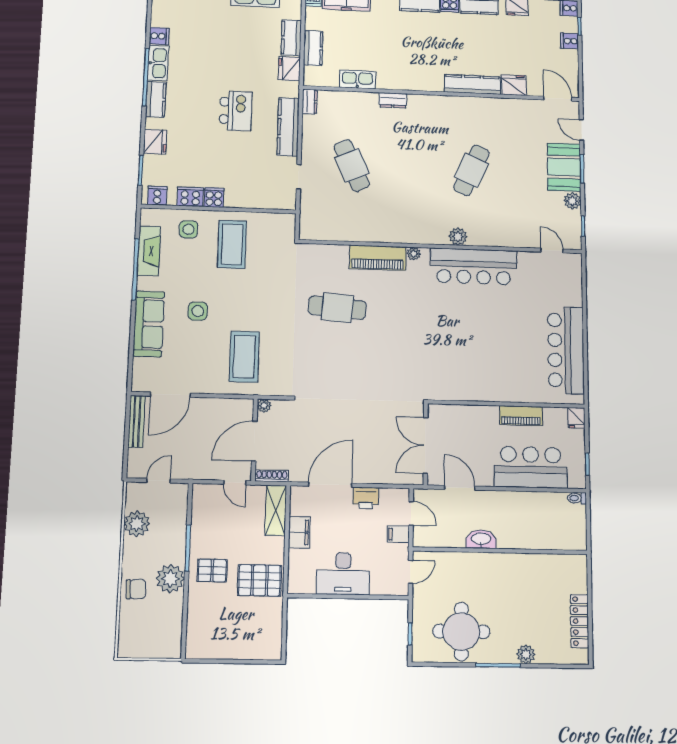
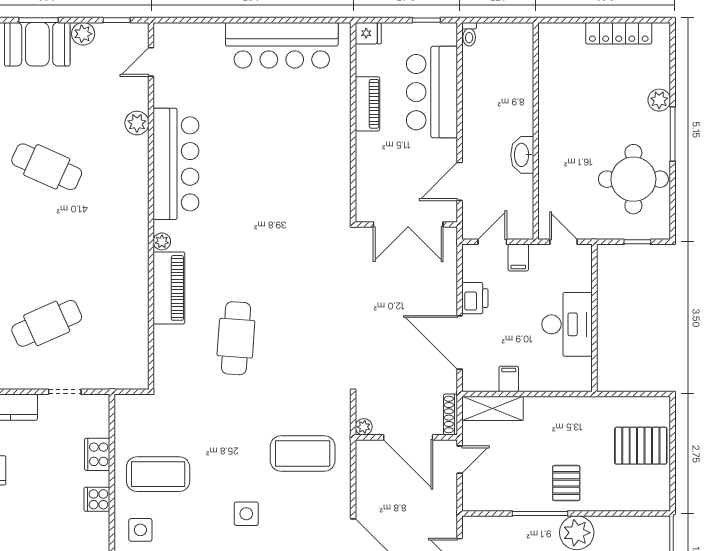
cooker: (190, 197) -> (97, 454), moved
plant: (458, 237) -> (137, 123), moved
filing cabinet: (299, 532) -> (509, 379), width x0.50
pallet: (260, 580) -> (641, 446), moved, turned 90

